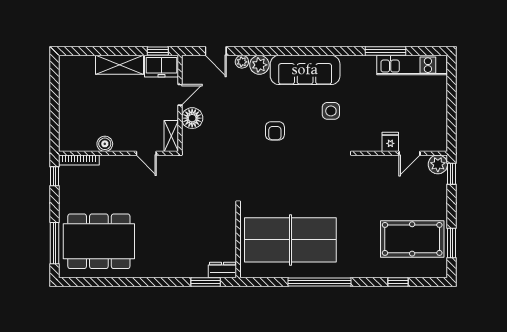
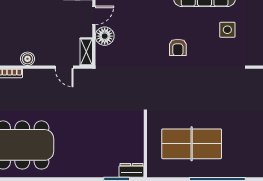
table tennis table: (290, 240) -> (192, 144), width x0.73, depth x0.76

